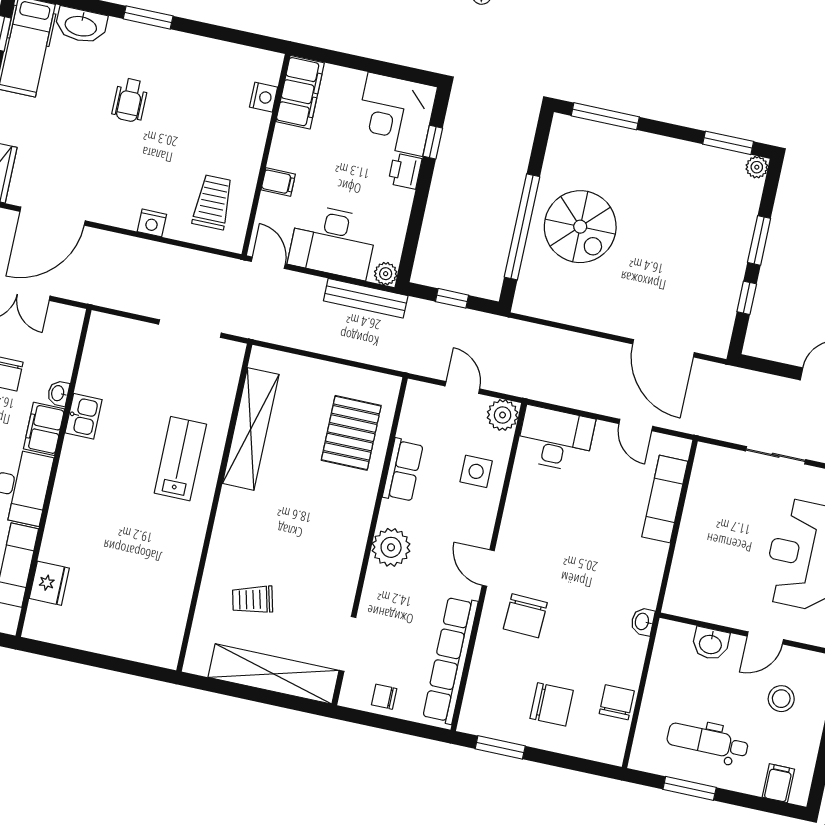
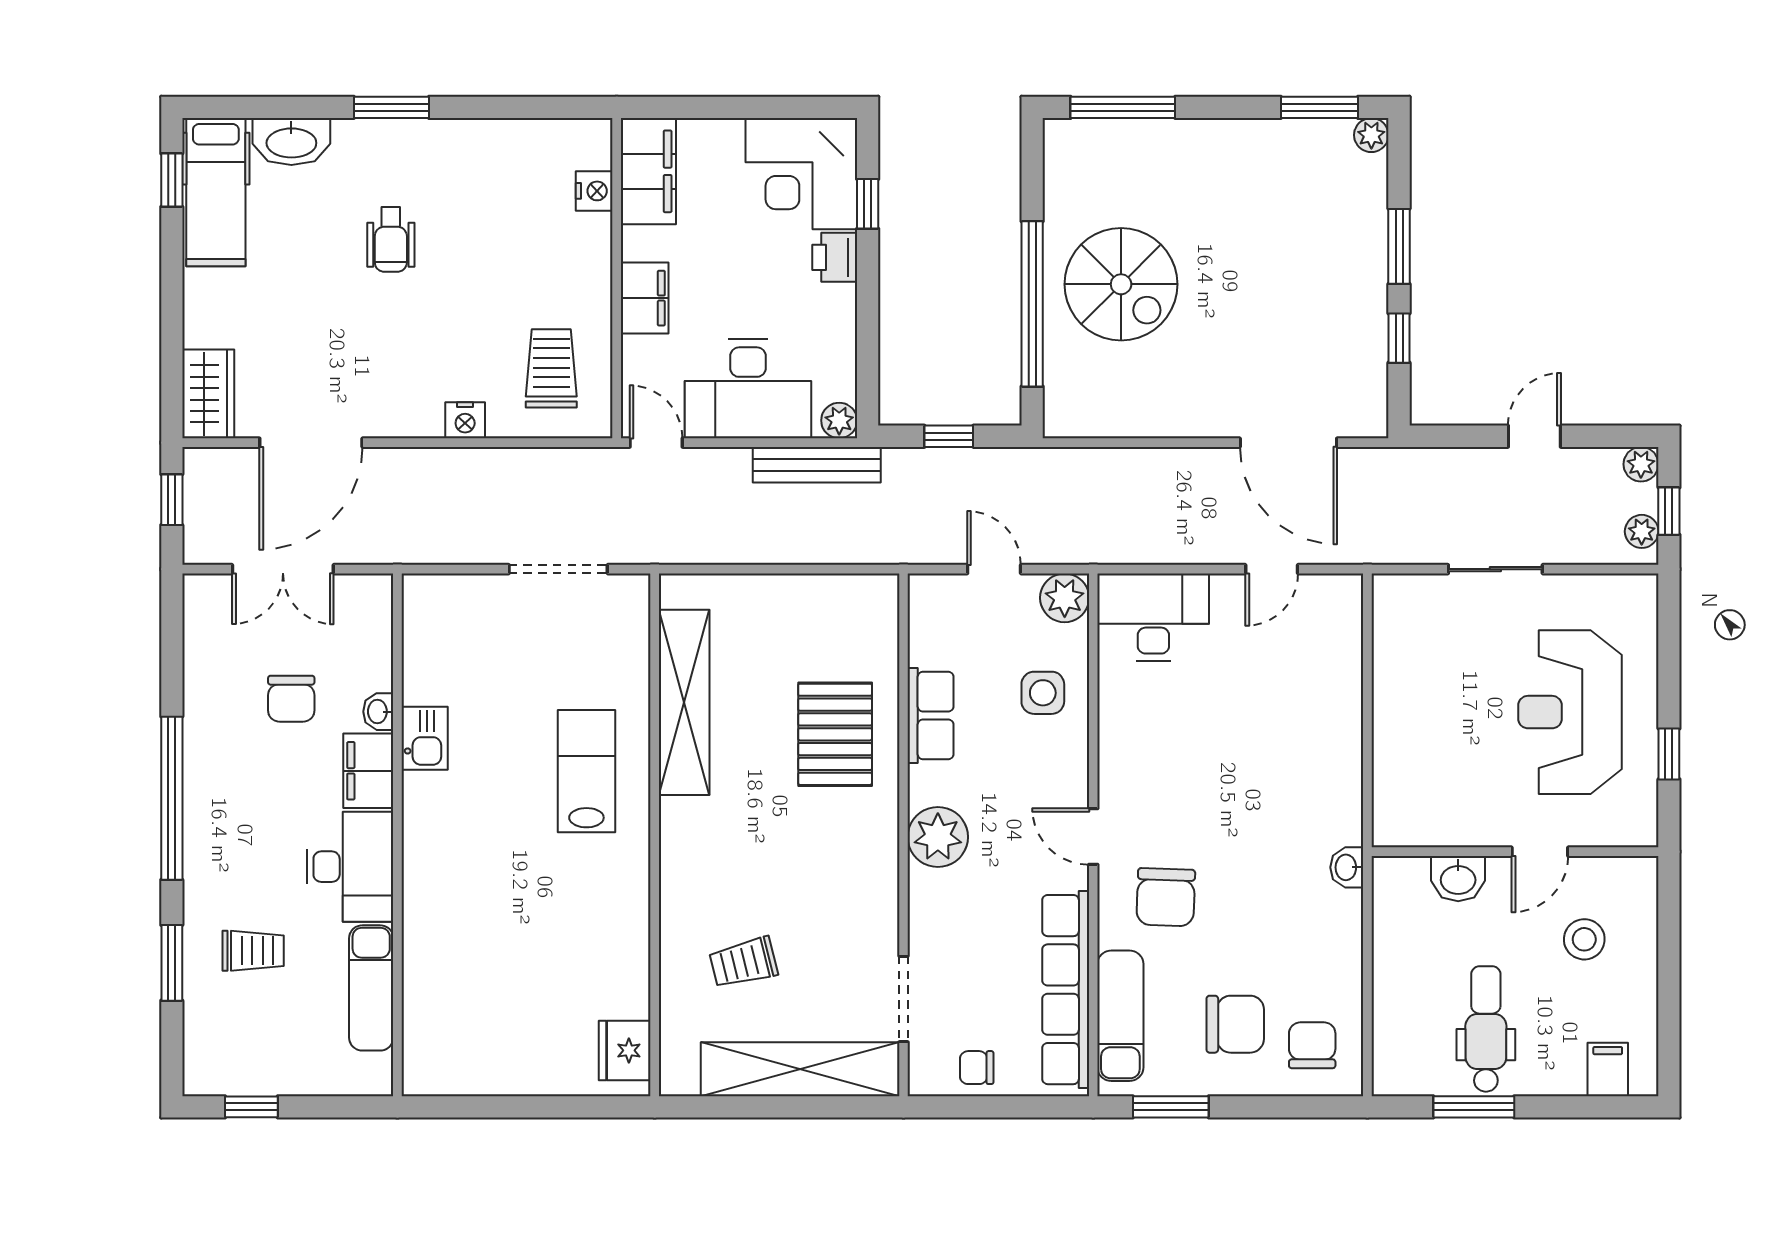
filing cabinet: (278, 182) -> (645, 298), width x2.00
door: (636, 425) -> (1272, 569), hinge flipped
pallet: (351, 433) -> (835, 734), moved
exam couch: (665, 499) -> (1120, 1016), moved, turned 180
fridge: (49, 583) -> (625, 1050), moved, turned 180
chair: (617, 702) -> (1312, 1045), moved
dental chair: (708, 741) -> (1486, 1029), turned 90

